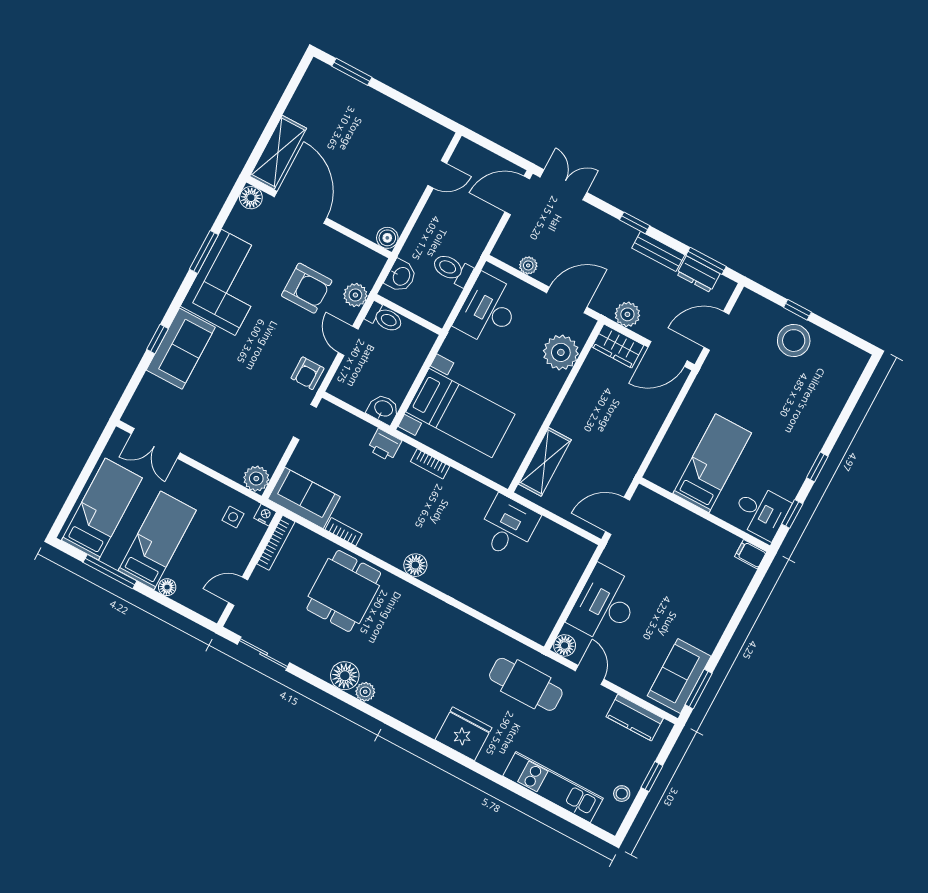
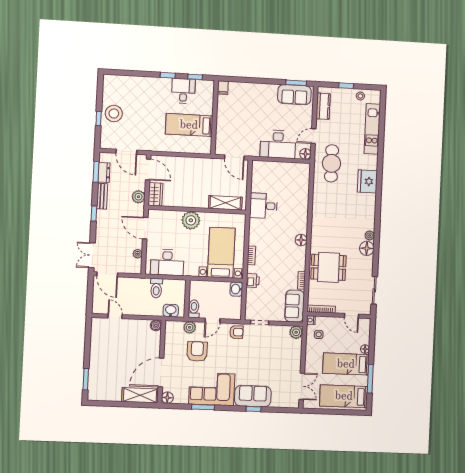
plant: (561, 352) -> (191, 220), moved
desk: (761, 512) -> (183, 91), moved

